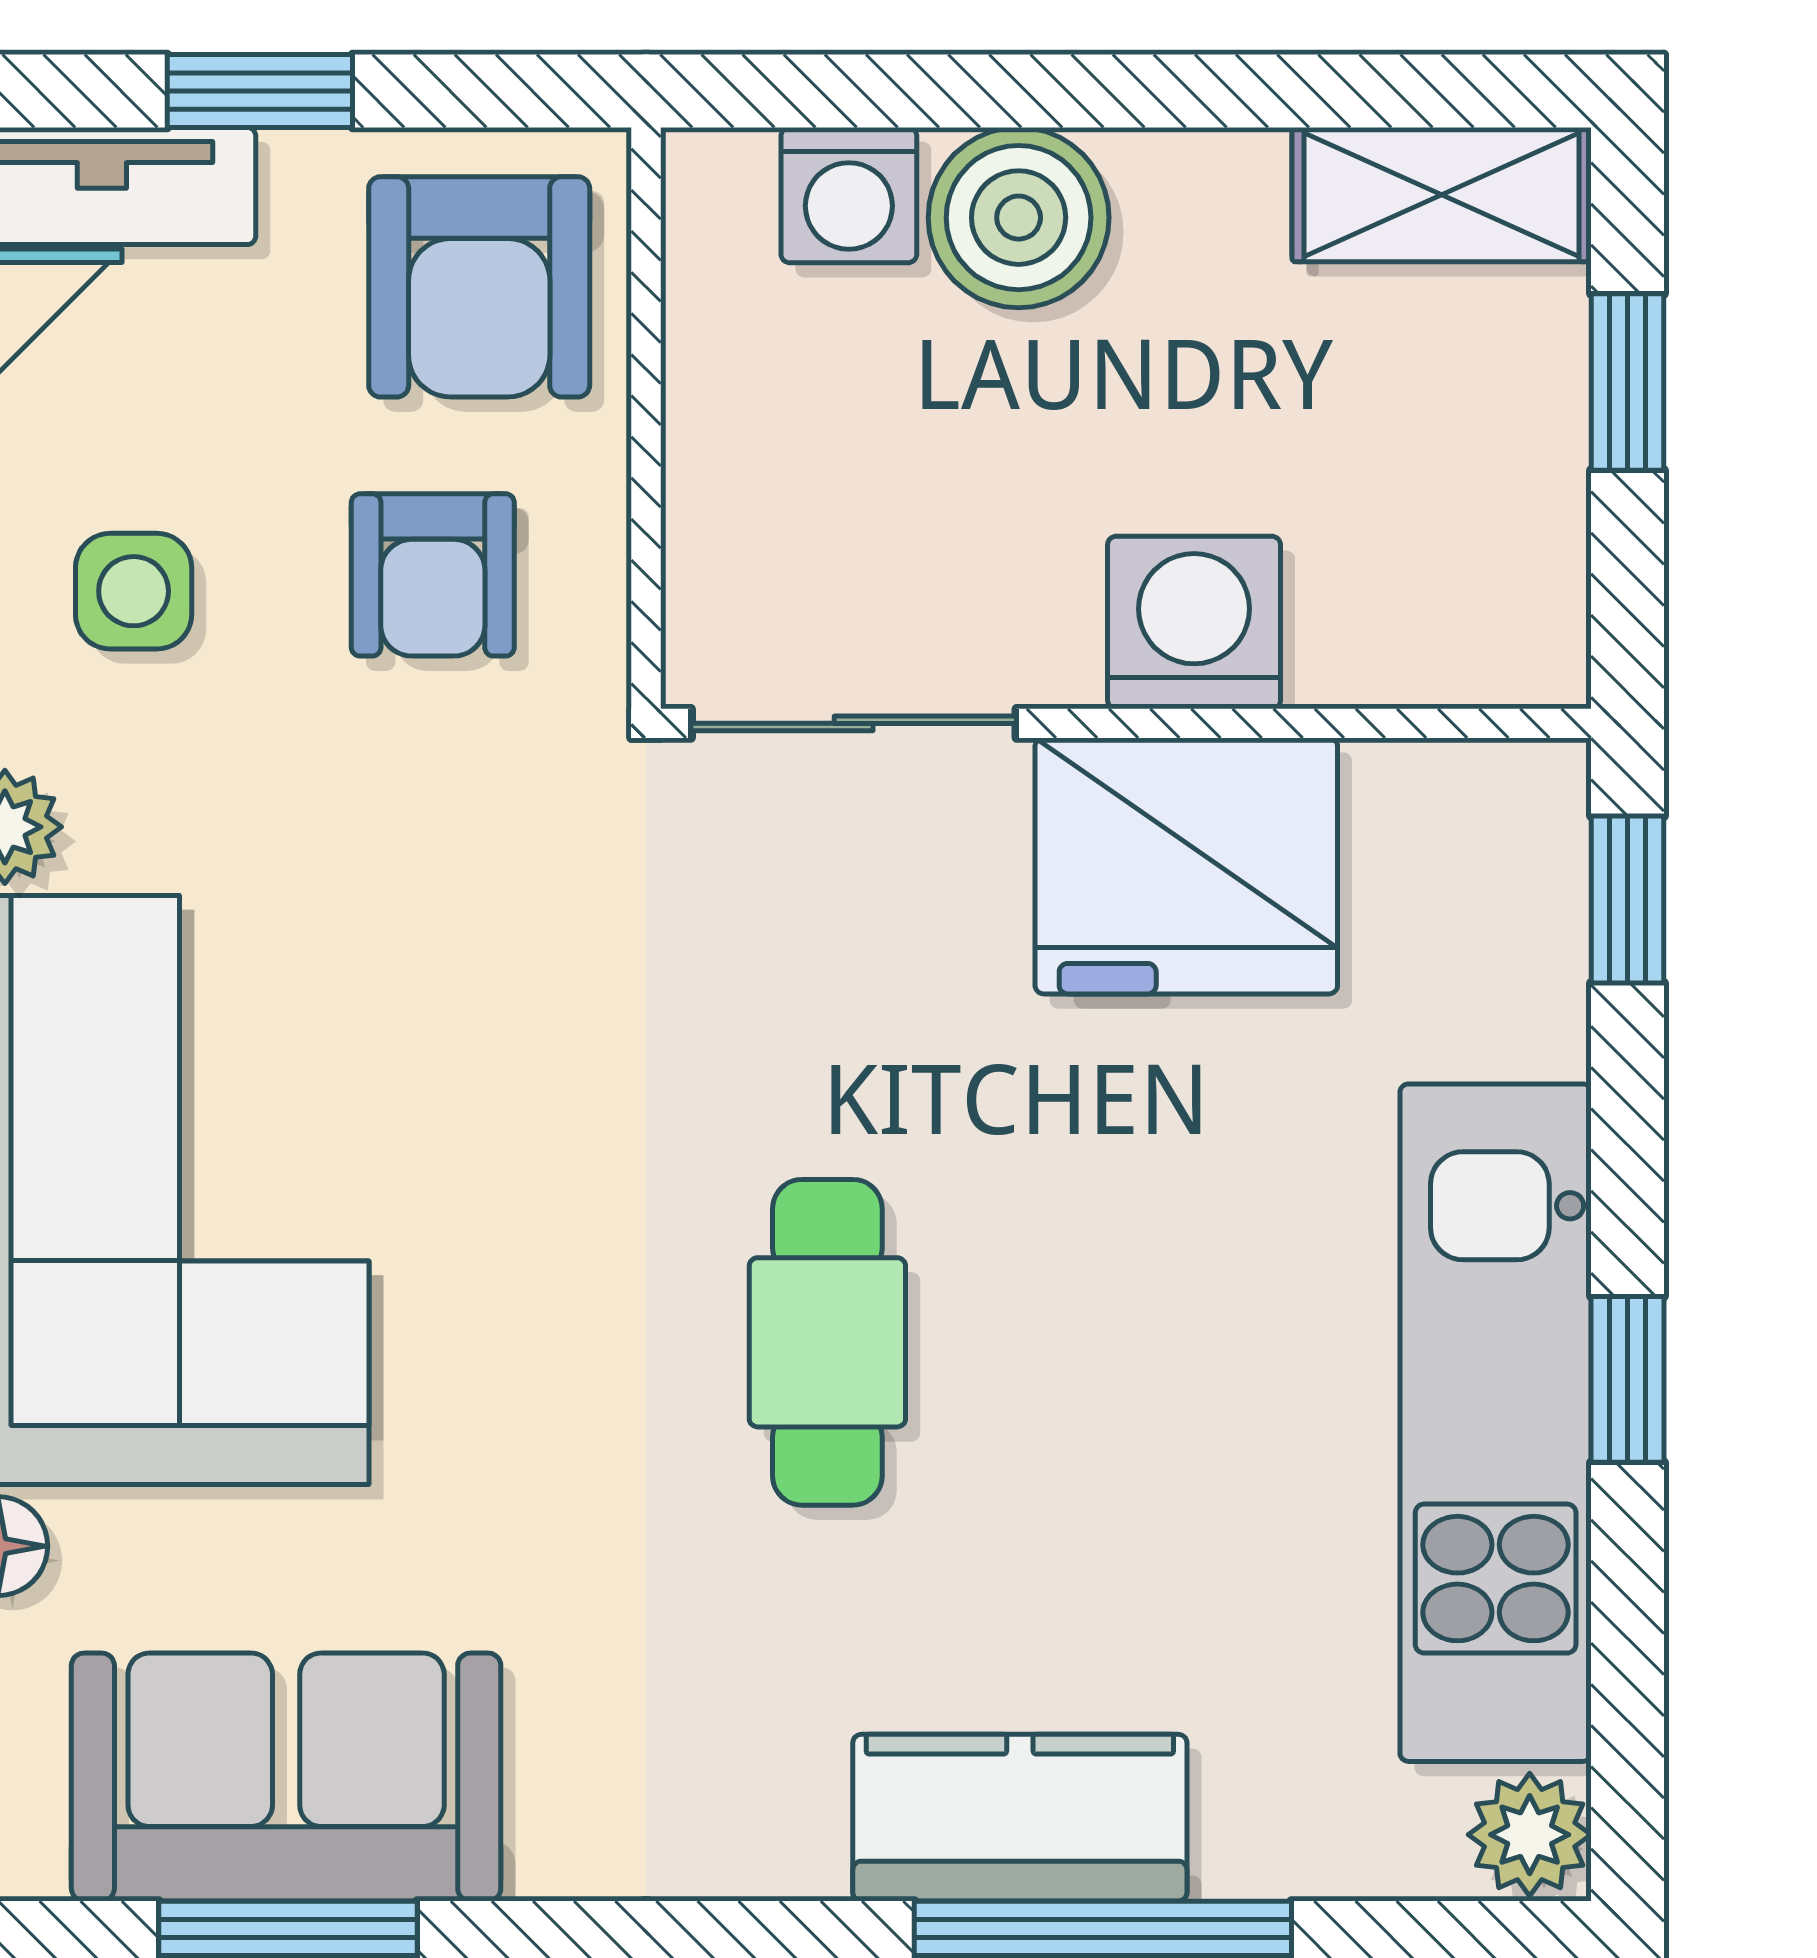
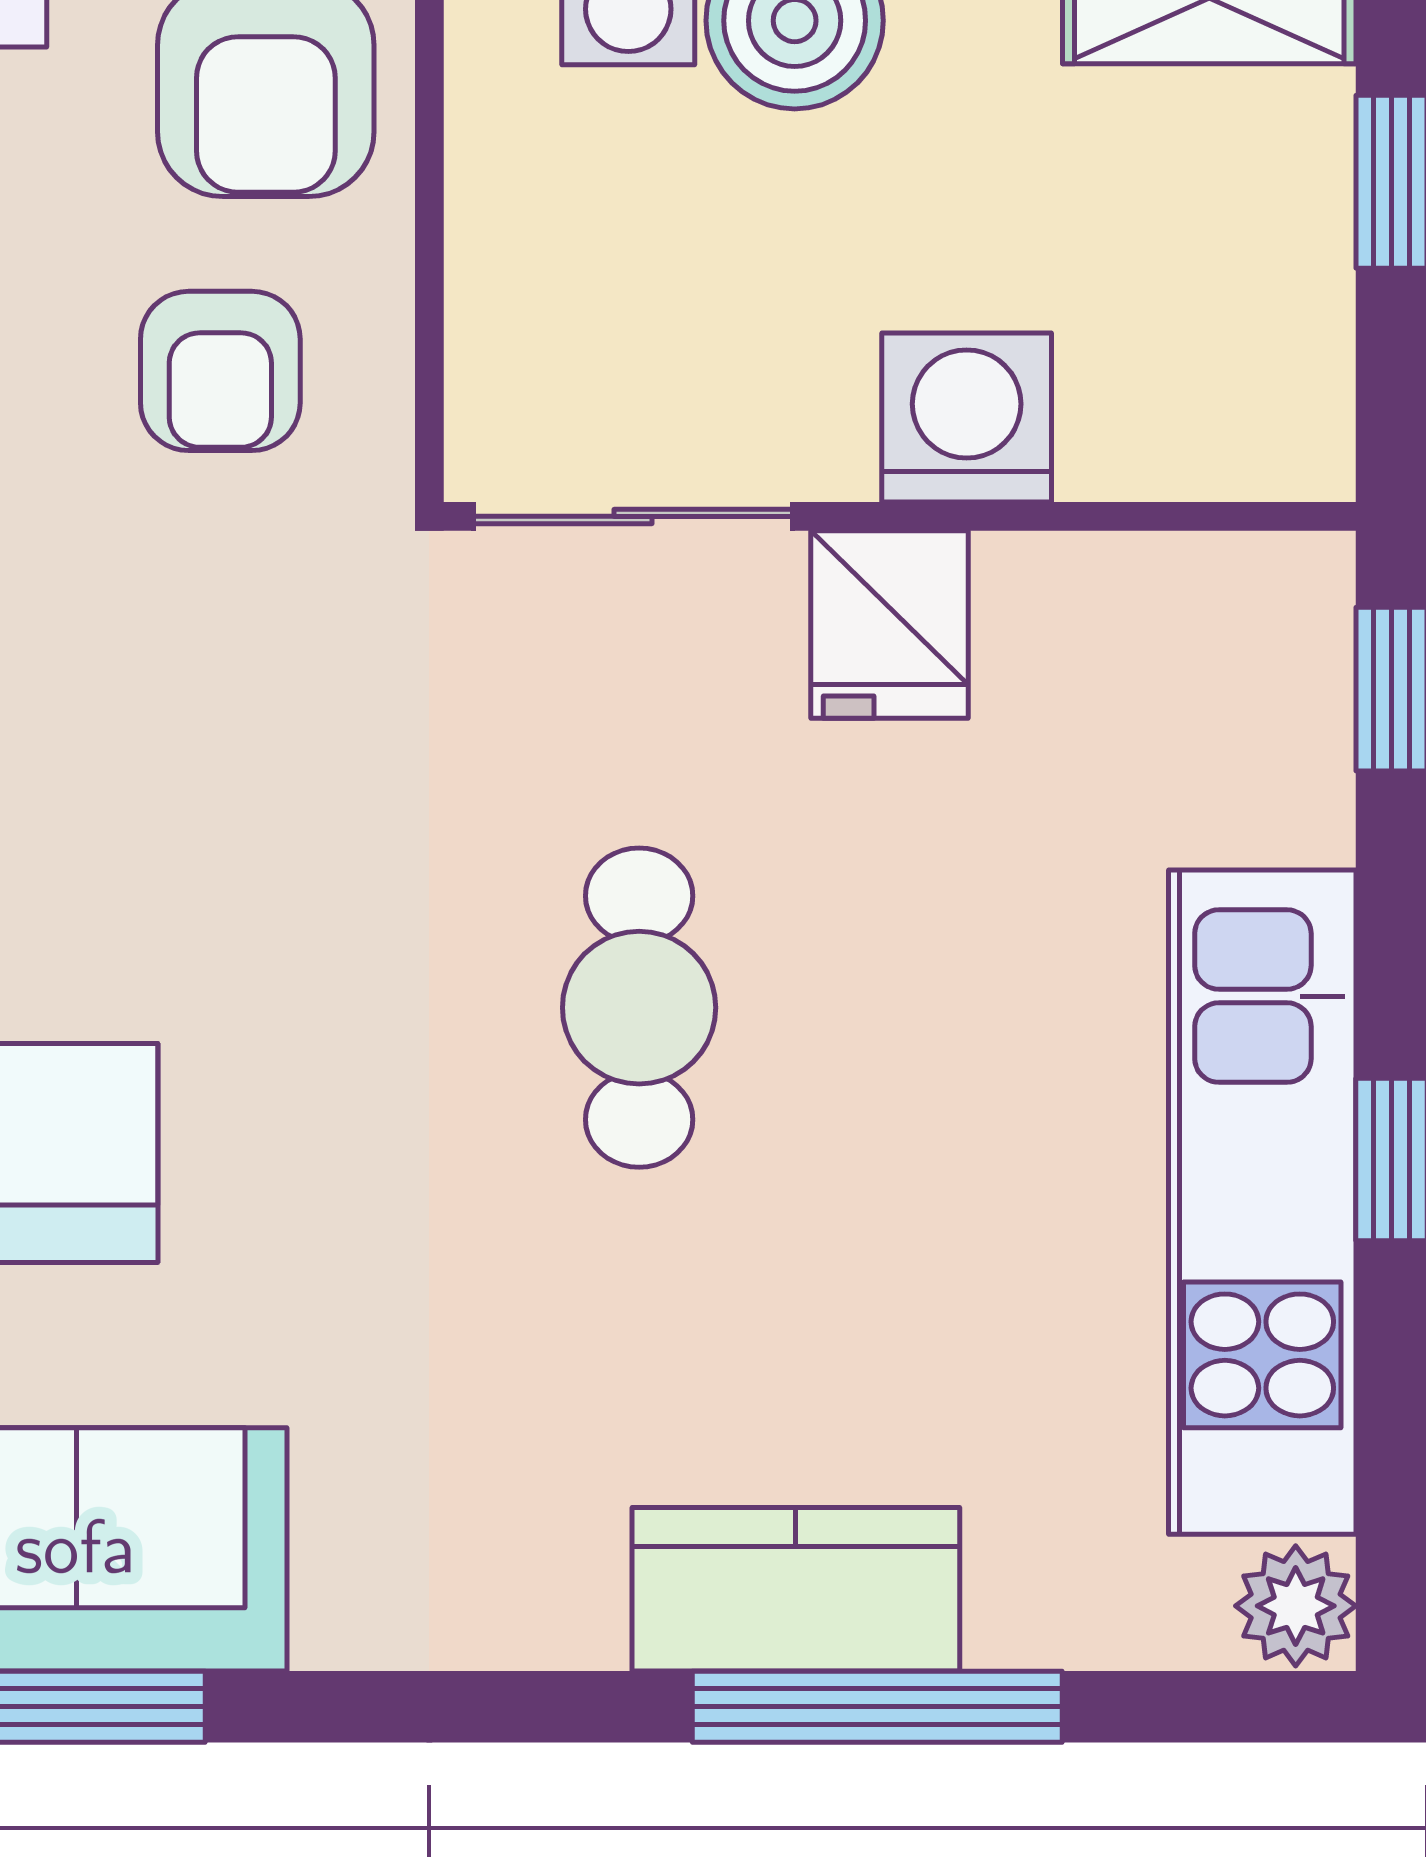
fridge: (1186, 866) -> (889, 624), width x0.53, depth x0.75
cafe table: (827, 1342) -> (639, 1008), moved

